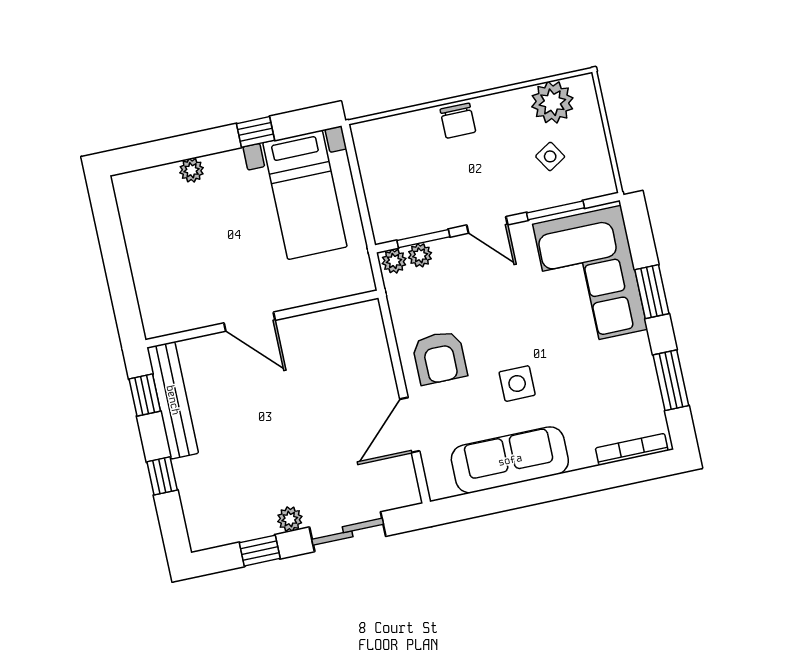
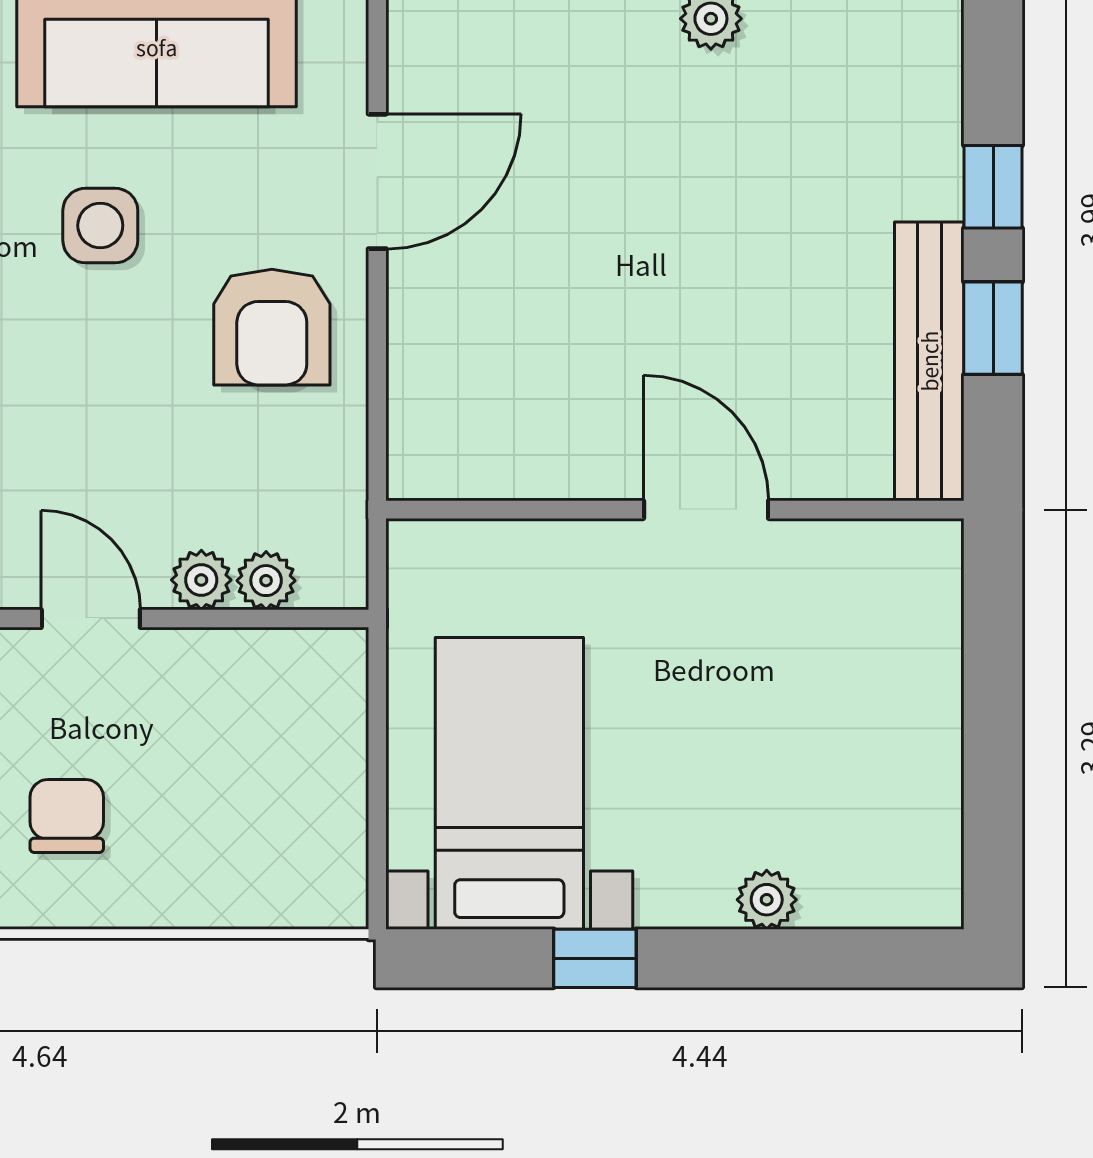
chair: (458, 121) -> (67, 816), moved
window: (423, 239) -> (250, 618), removed
plant: (394, 261) -> (201, 580), moved
armchair: (440, 358) -> (272, 327), turned 180
window: (145, 395) -> (993, 328), moved

